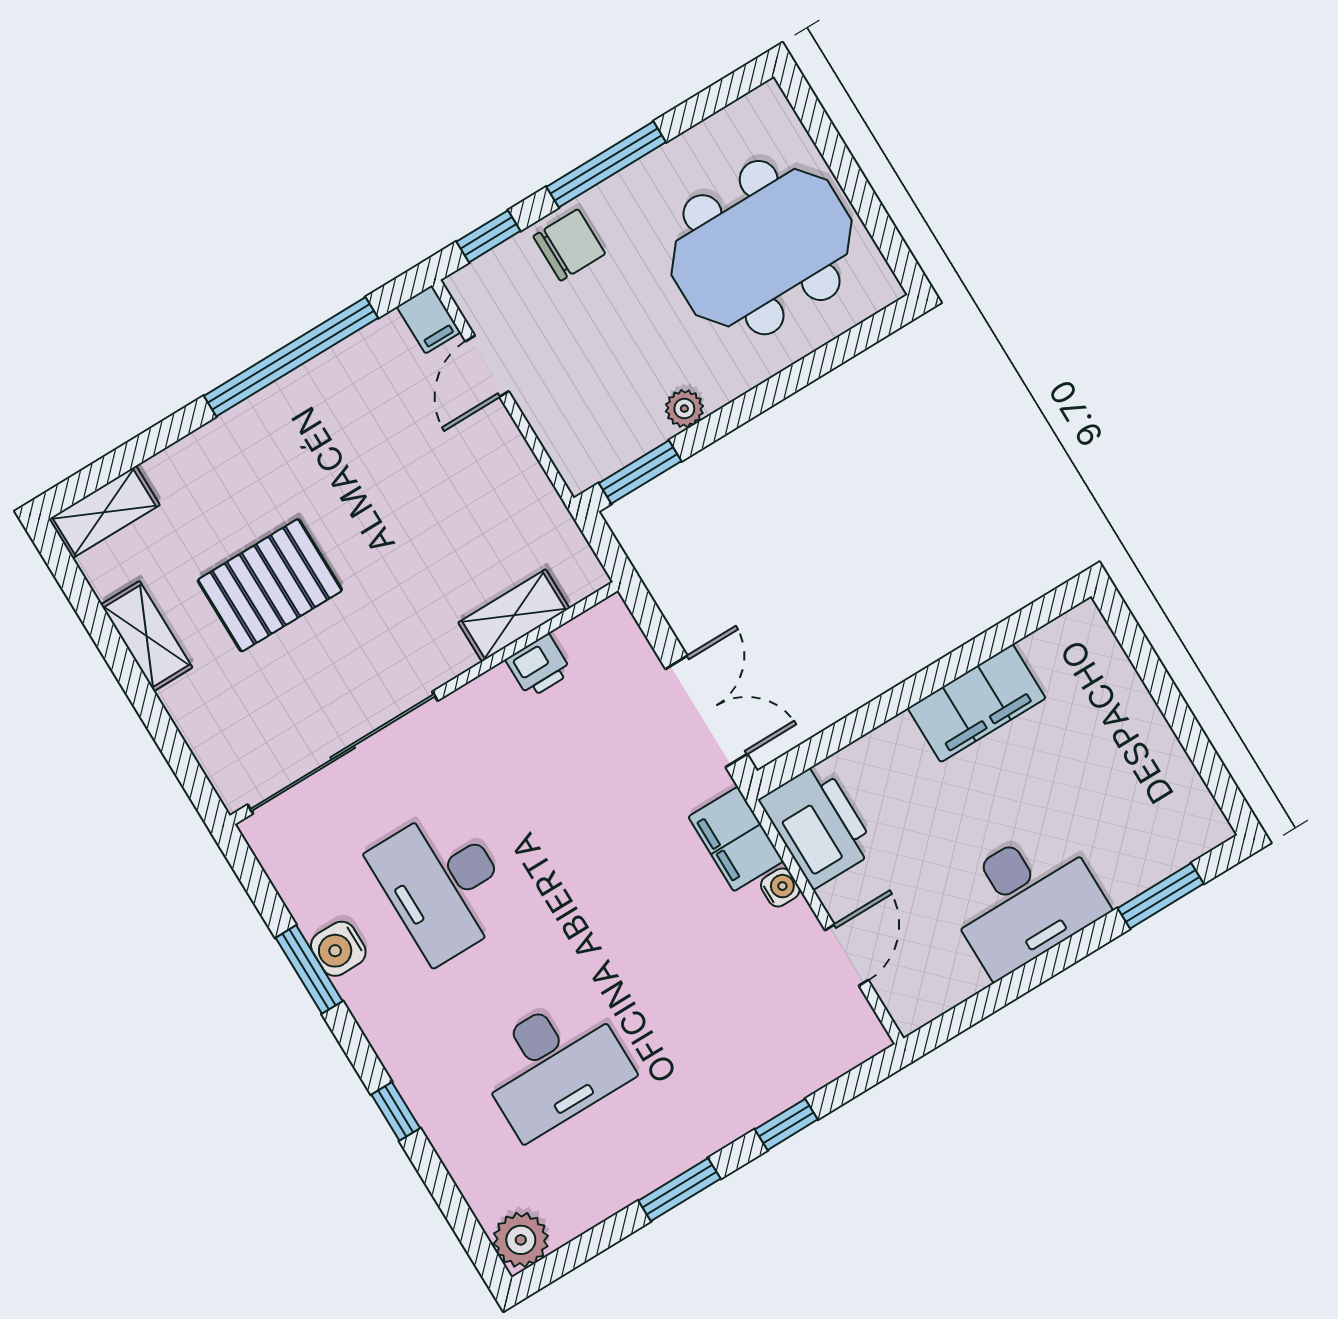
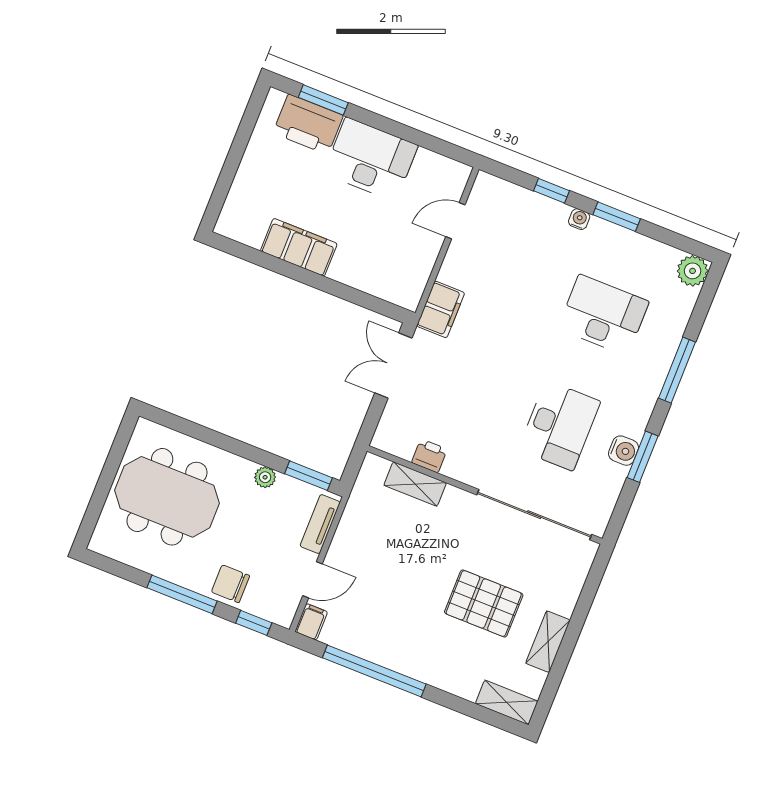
tv unit: (559, 437) -> (320, 524), added
printer: (818, 825) -> (308, 124), moved, turned -90
water cooler: (780, 887) -> (579, 219), moved, turned 90
window: (396, 1111) -> (677, 370), width x2.17

